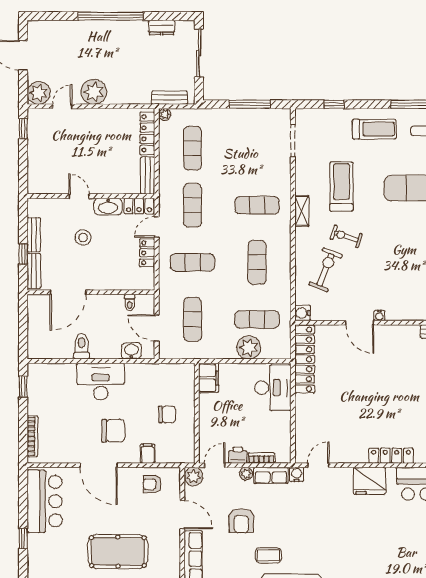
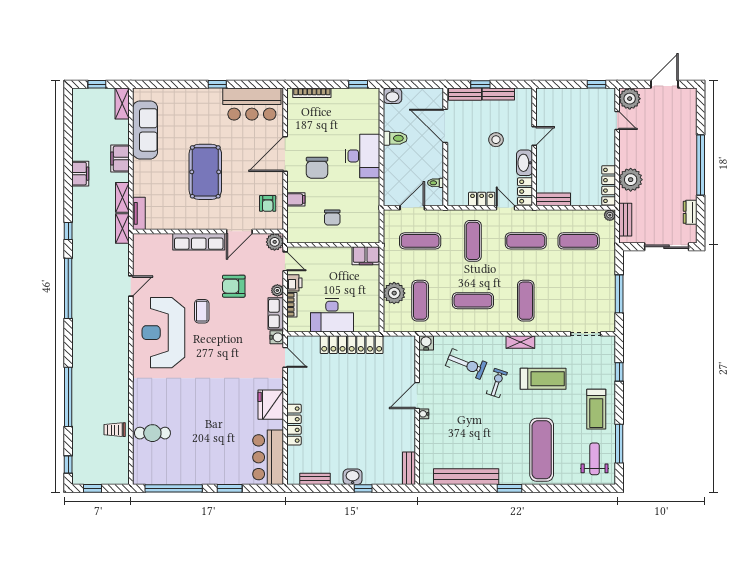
plant: (94, 92) -> (631, 180), moved
locker: (147, 133) -> (609, 185), moved, turned -90
washbasin: (131, 351) -> (392, 96), moved, turned 90
locker: (305, 359) -> (352, 345), moved
desk: (273, 388) -> (332, 315), moved
armchair: (152, 484) -> (268, 203), turned 180

